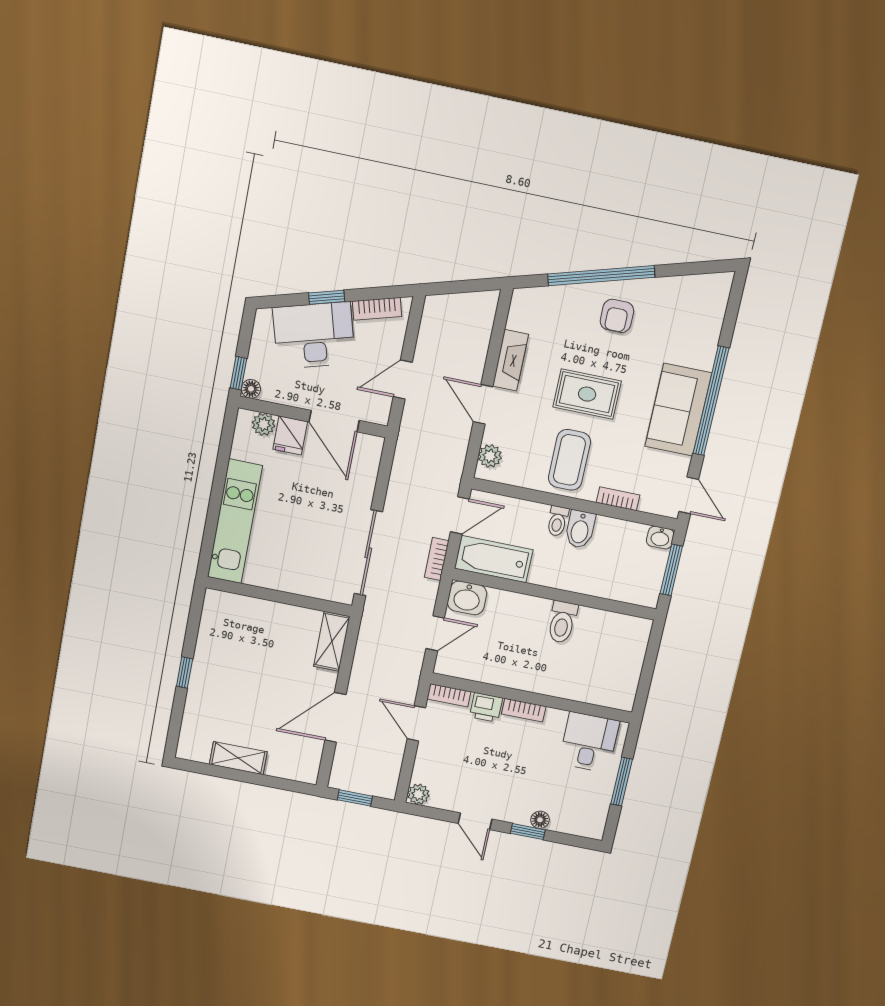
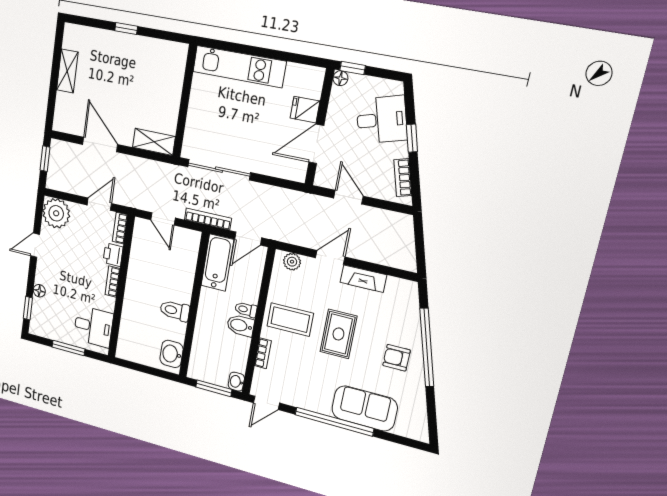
desk: (314, 335) -> (382, 120), width x0.73
sofa: (678, 410) -> (364, 408), moved
plant: (264, 424) -> (313, 88), removed
door: (460, 515) -> (248, 238), hinge flipped
bookcase: (437, 559) -> (208, 219), width x1.56
washbasin: (467, 598) -> (172, 354), moved
plant: (418, 794) -> (56, 213), width x1.88, depth x1.88
window: (528, 832) -> (28, 308), moved

